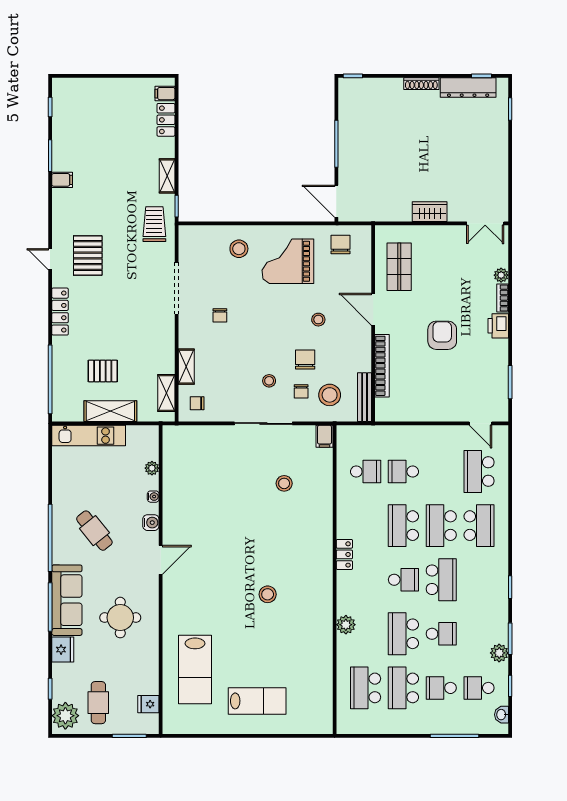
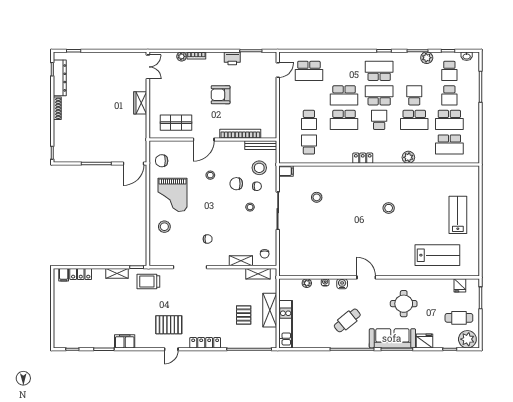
filing cabinet: (62, 180) -> (125, 341), width x2.00
printer: (498, 326) -> (232, 58), moved
school desk: (479, 526) -> (379, 71), moved

